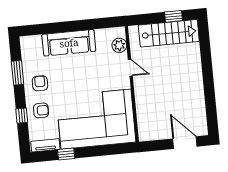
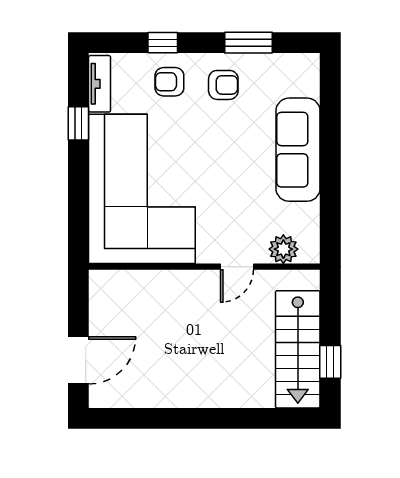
armchair: (41, 110) -> (169, 82), turned 90

